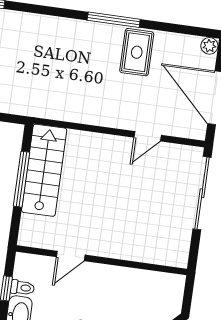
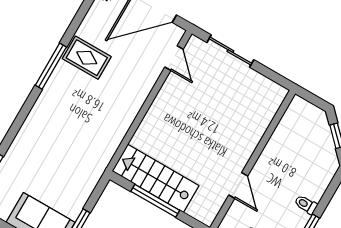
door: (148, 136) -> (174, 58), moved
sliding door: (202, 193) -> (230, 51), width x0.73

